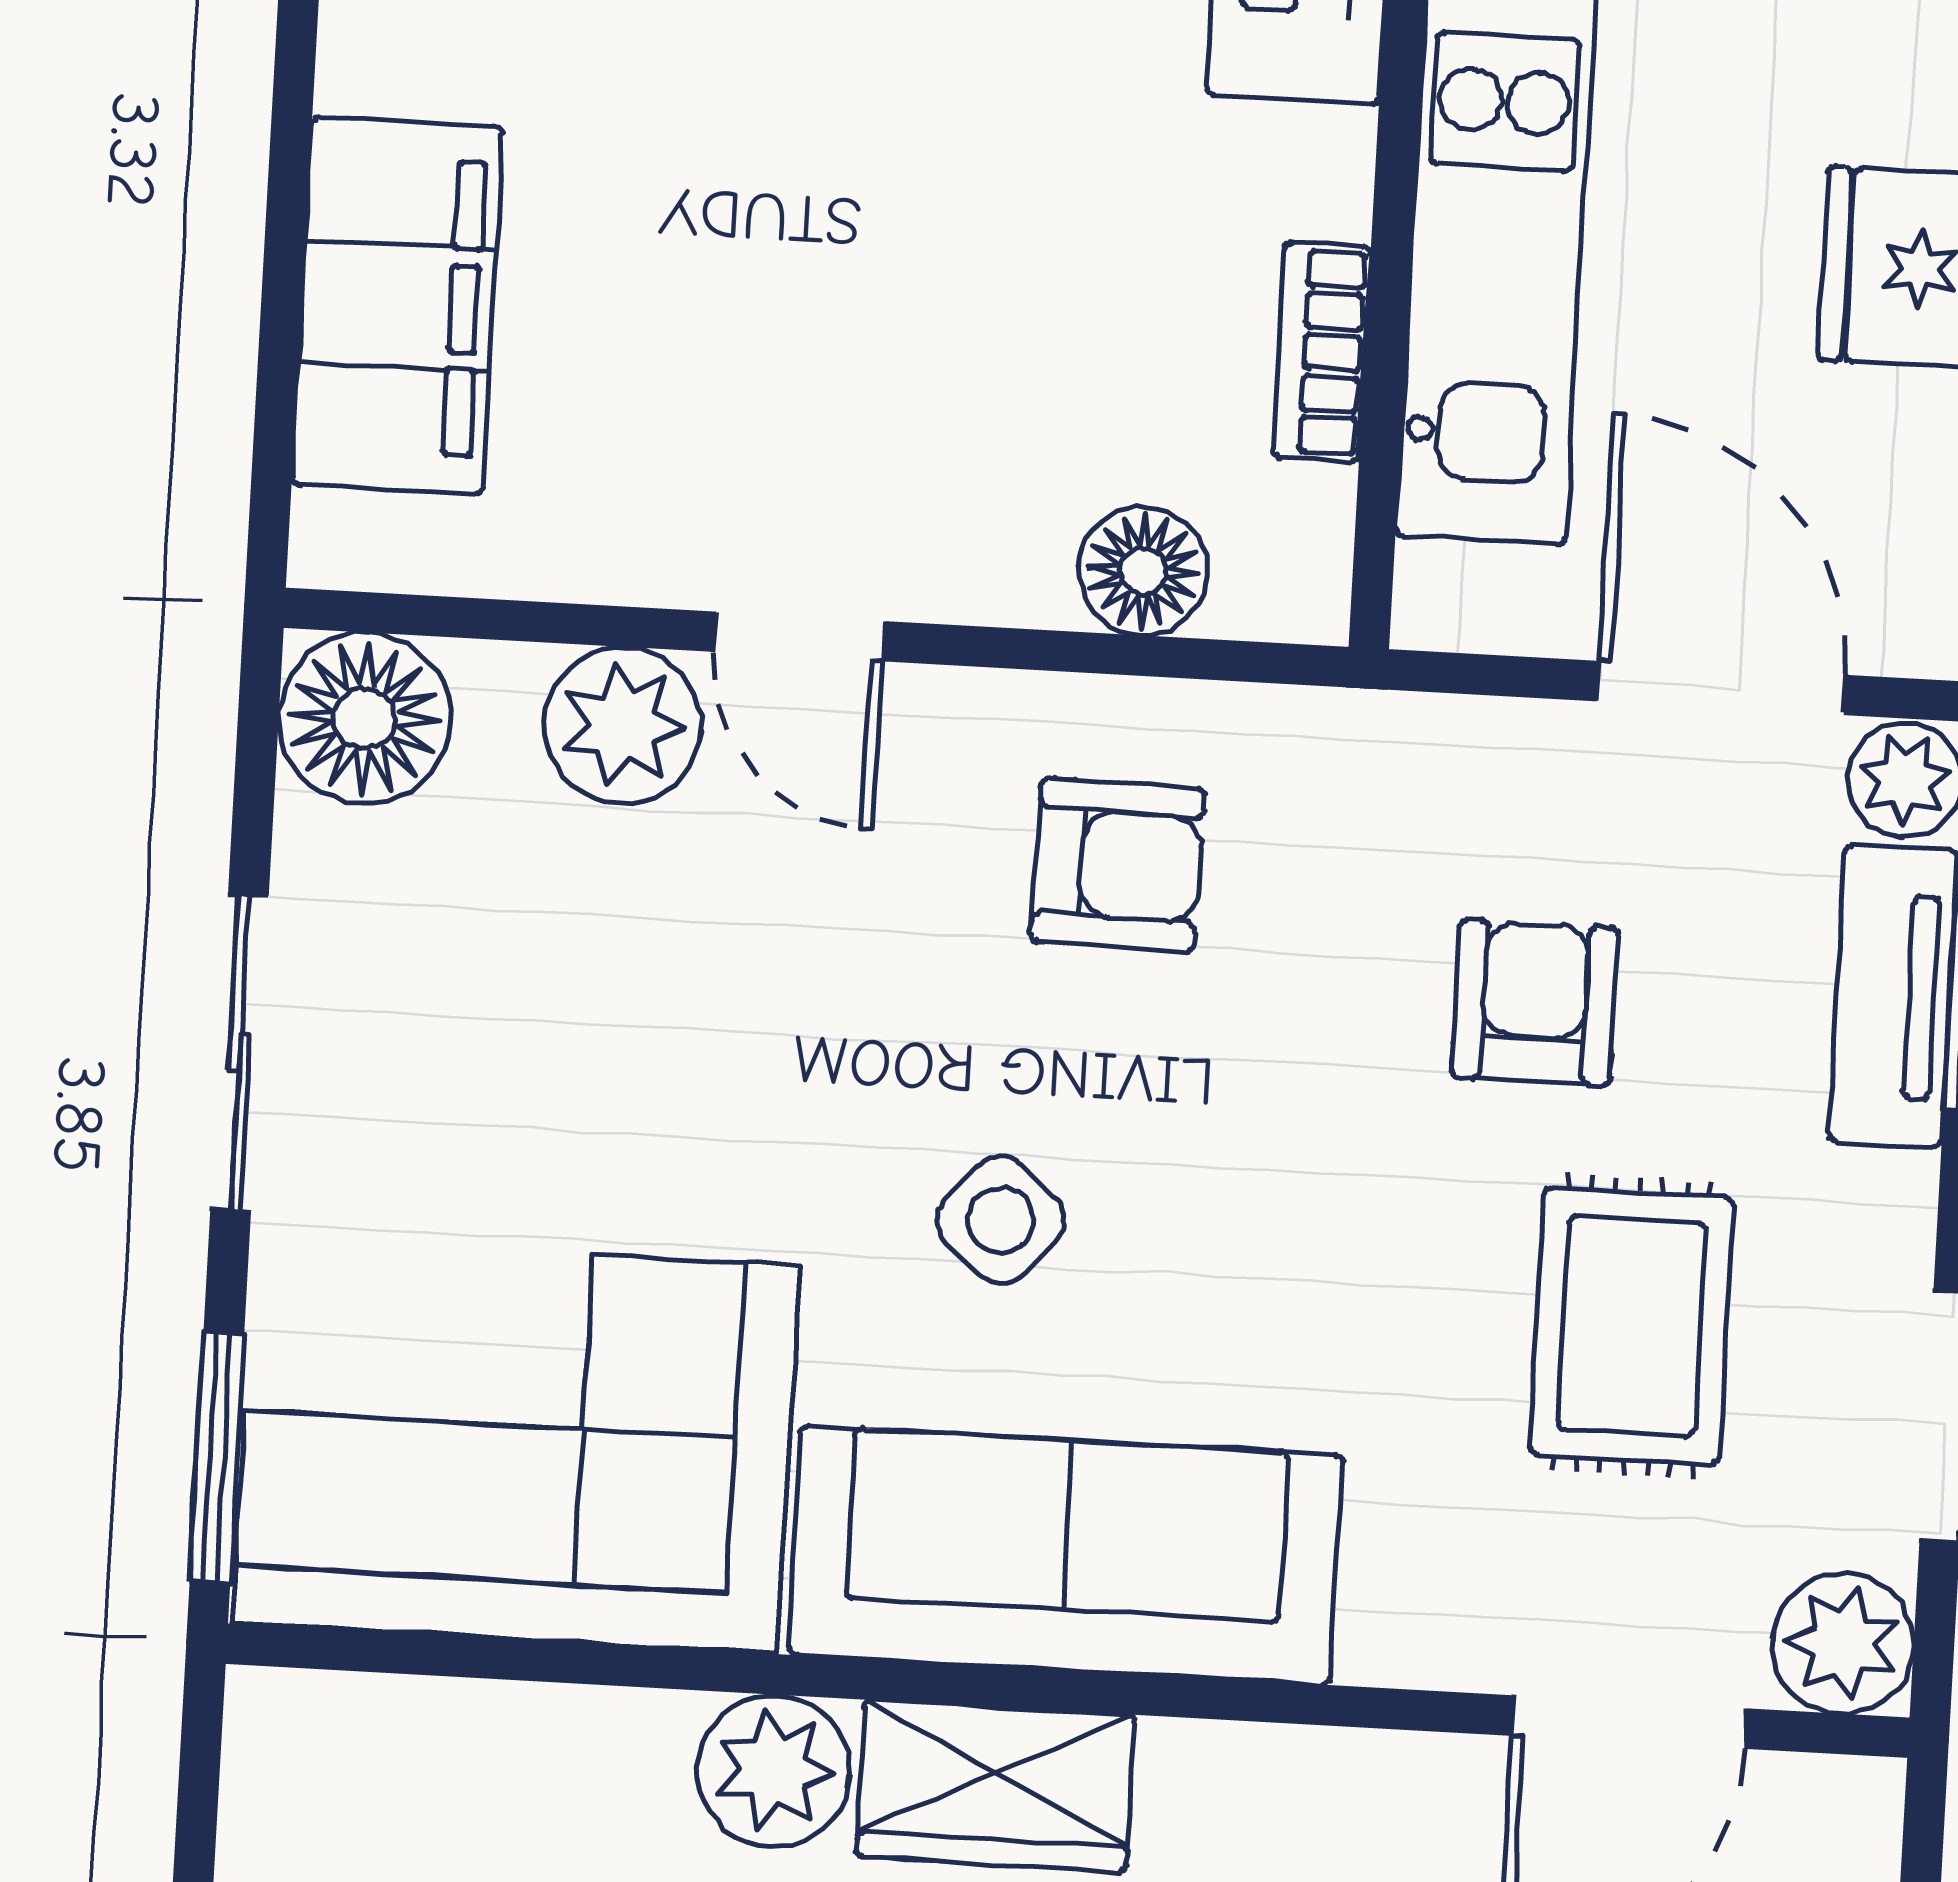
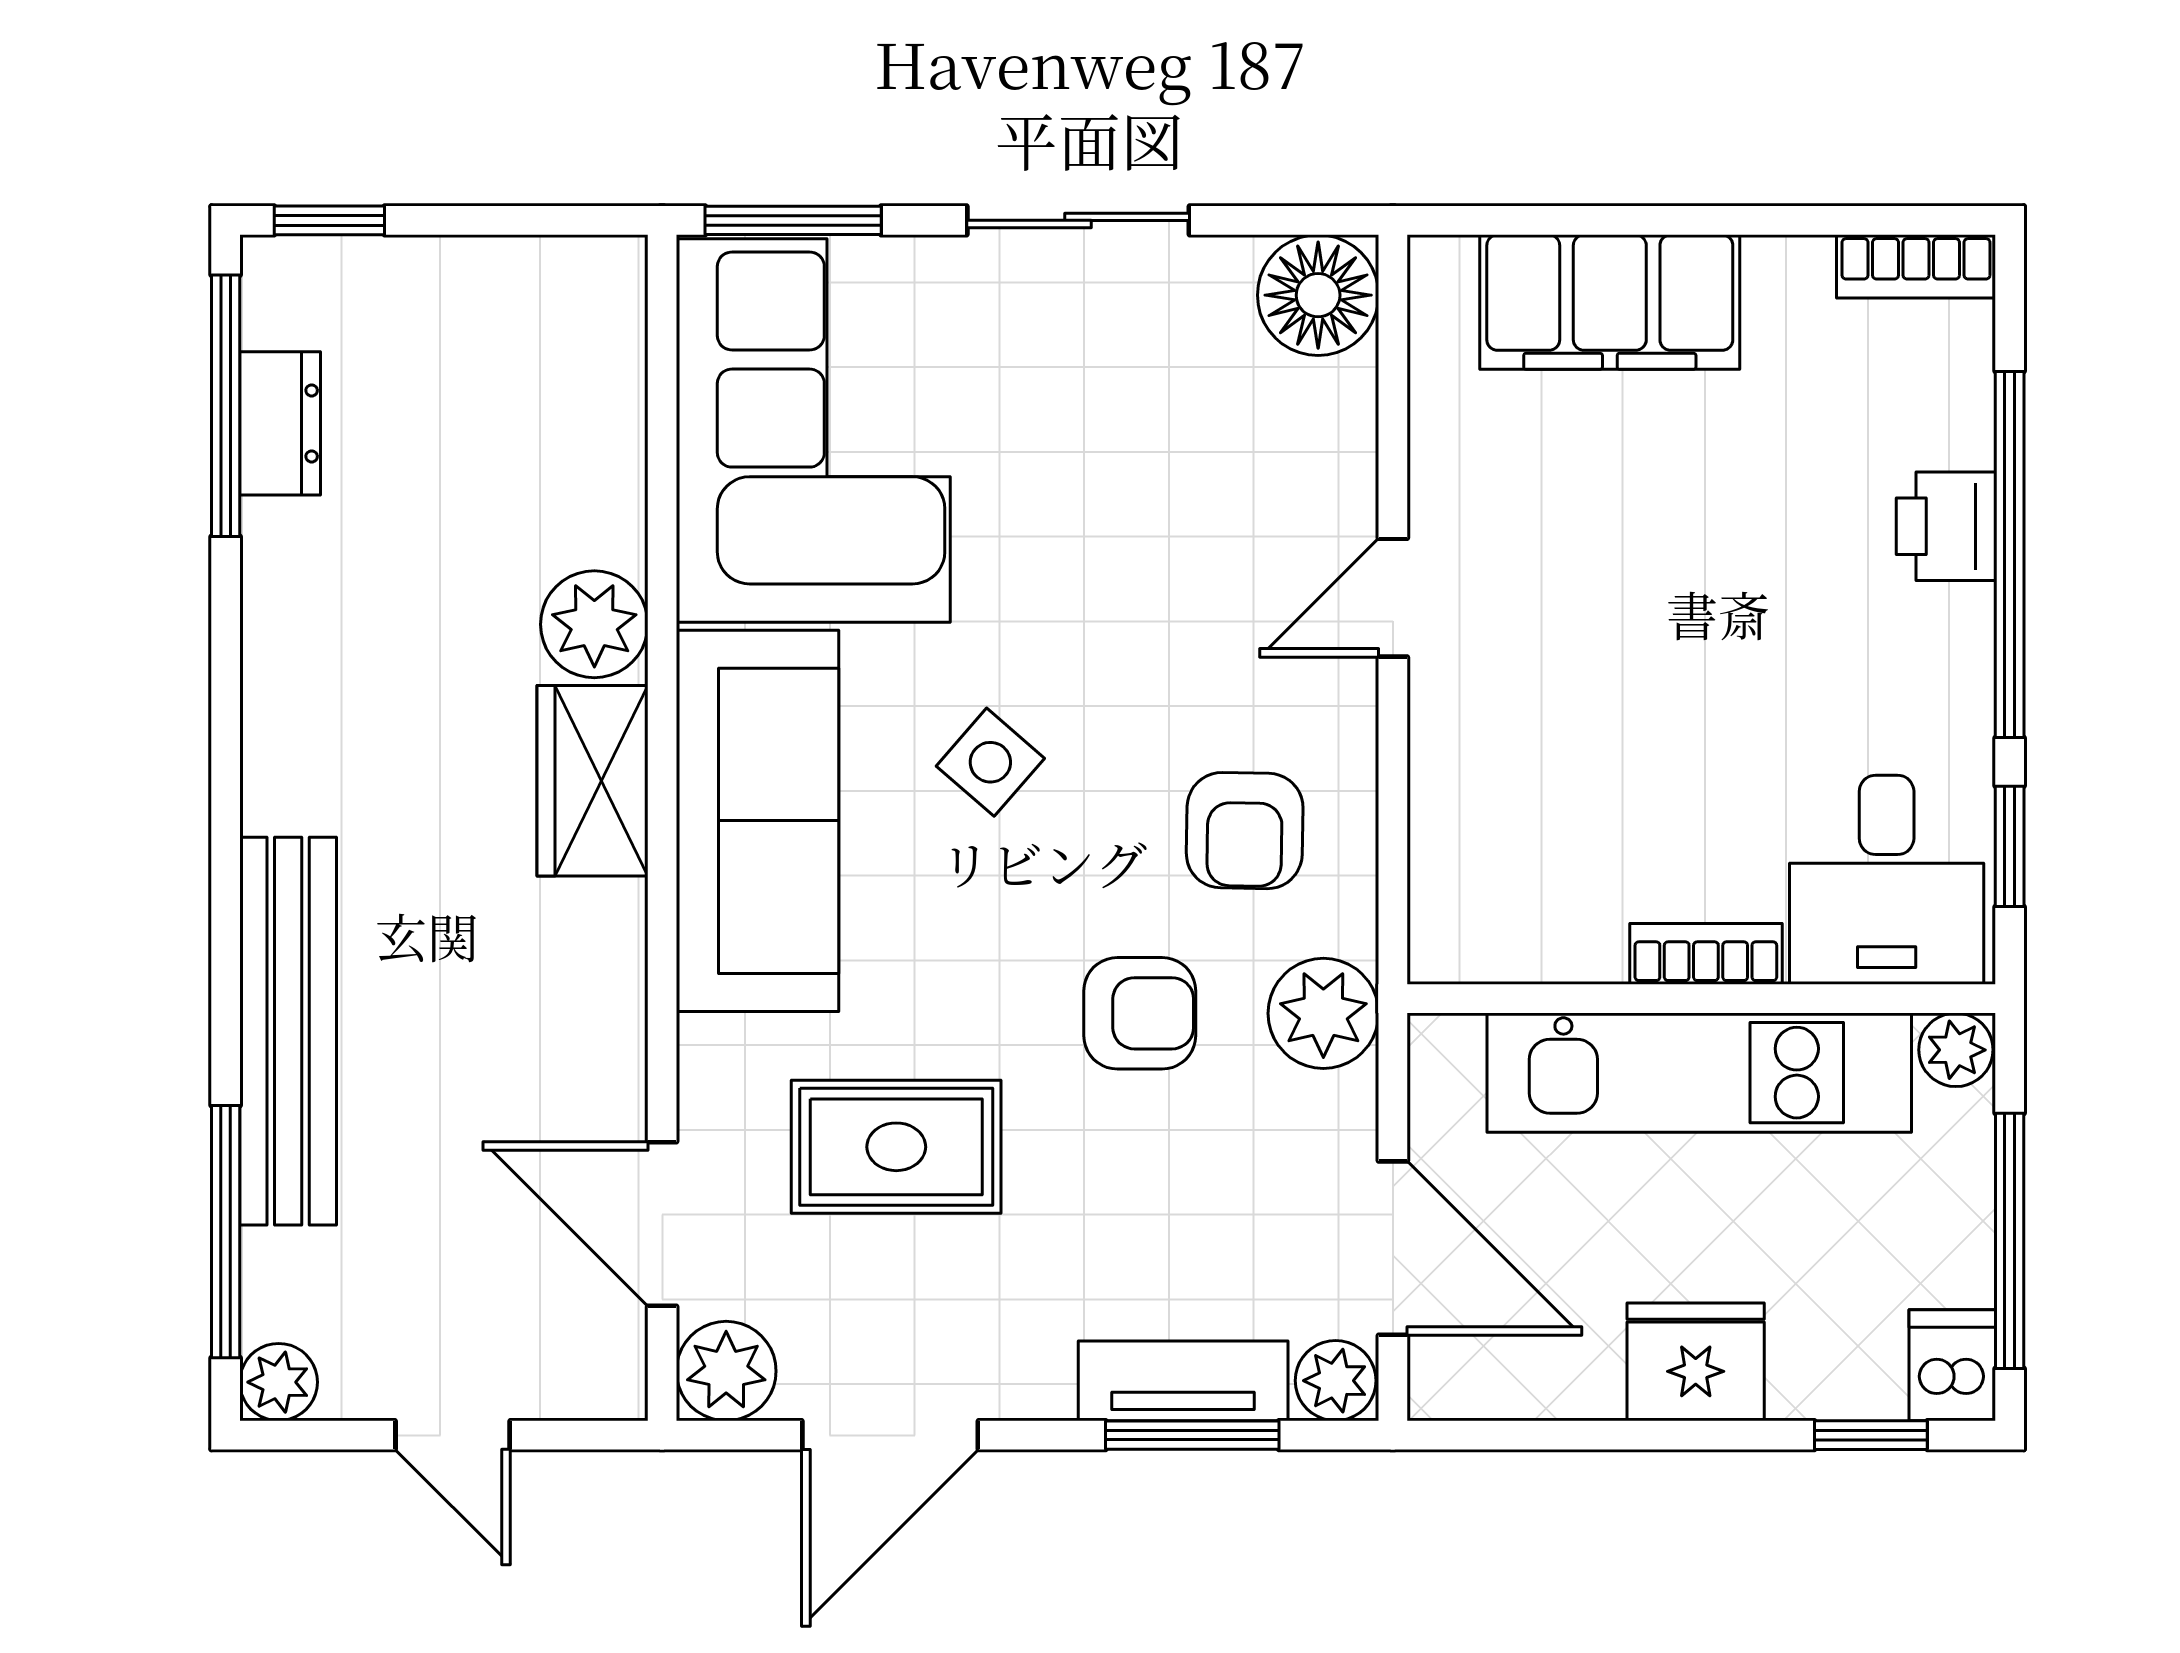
bookcase: (1322, 352) -> (1706, 954), moved
floor lamp: (1143, 571) -> (1452, 837), removed
door: (1721, 688) -> (1393, 1248), hinge flipped
plant: (623, 725) -> (1323, 1013), moved
armchair: (1535, 1002) -> (1140, 1013), moved
rug: (1632, 1326) -> (896, 1147), moved

